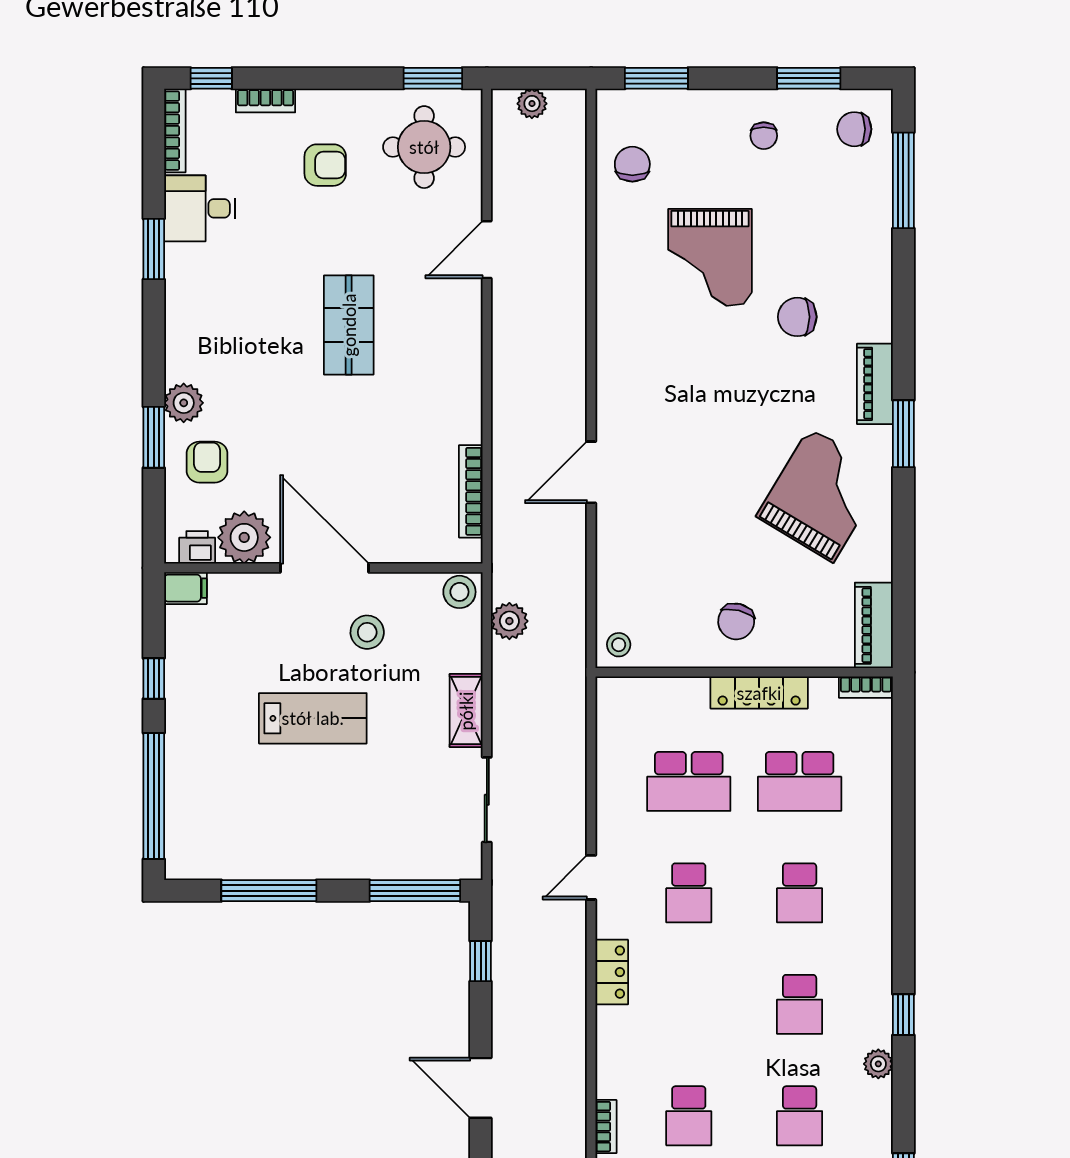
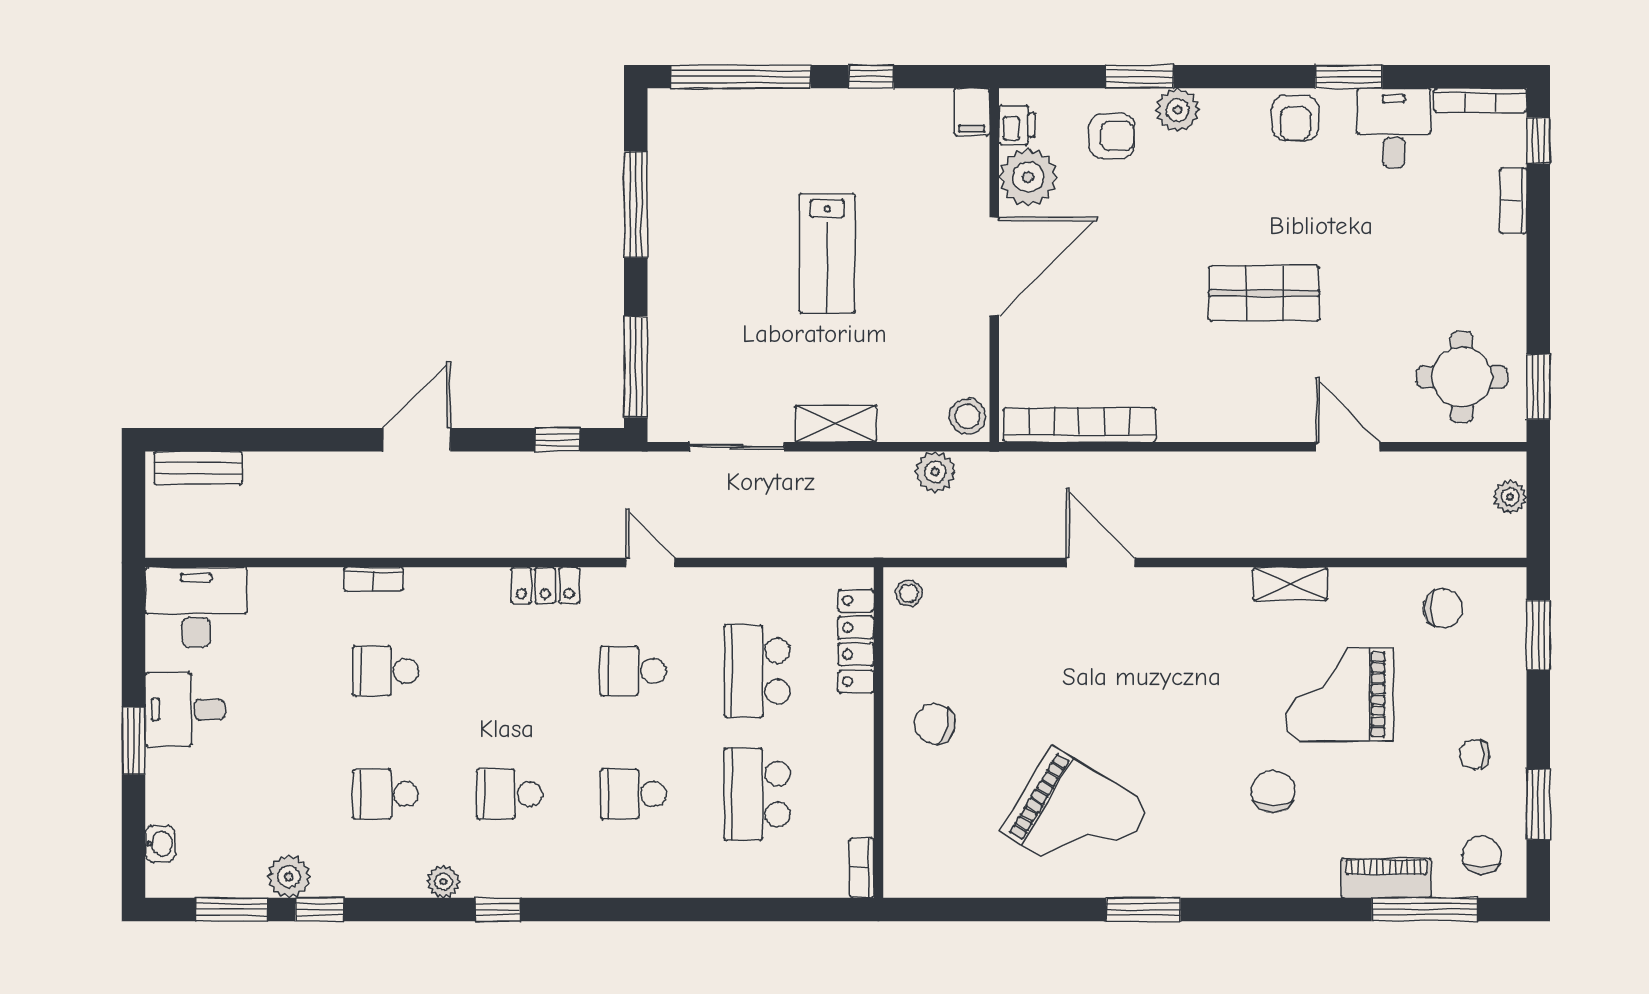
armchair: (325, 165) -> (1295, 118), moved
shelving: (610, 302) -> (1290, 584), added
piano: (875, 384) -> (1386, 878), moved
bookcase: (471, 491) -> (1079, 425), width x1.48, depth x1.31
piano: (874, 625) -> (931, 877), removed
stool: (367, 632) -> (923, 314), removed
locker: (759, 693) -> (856, 641), moved

